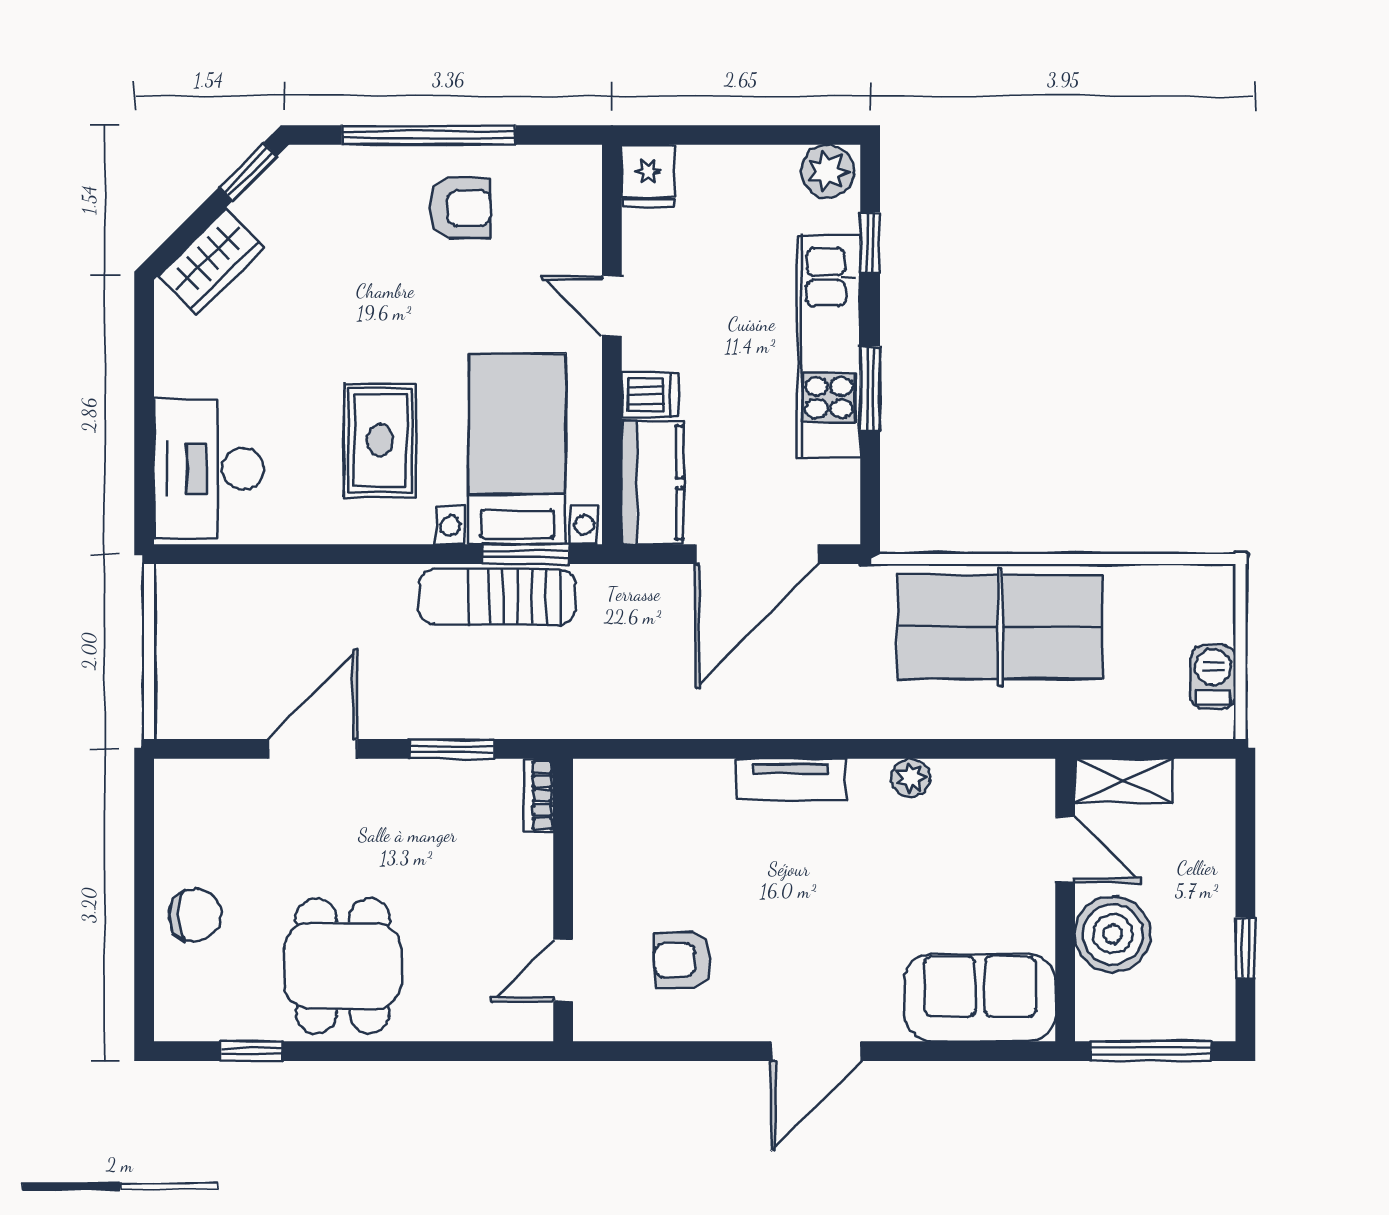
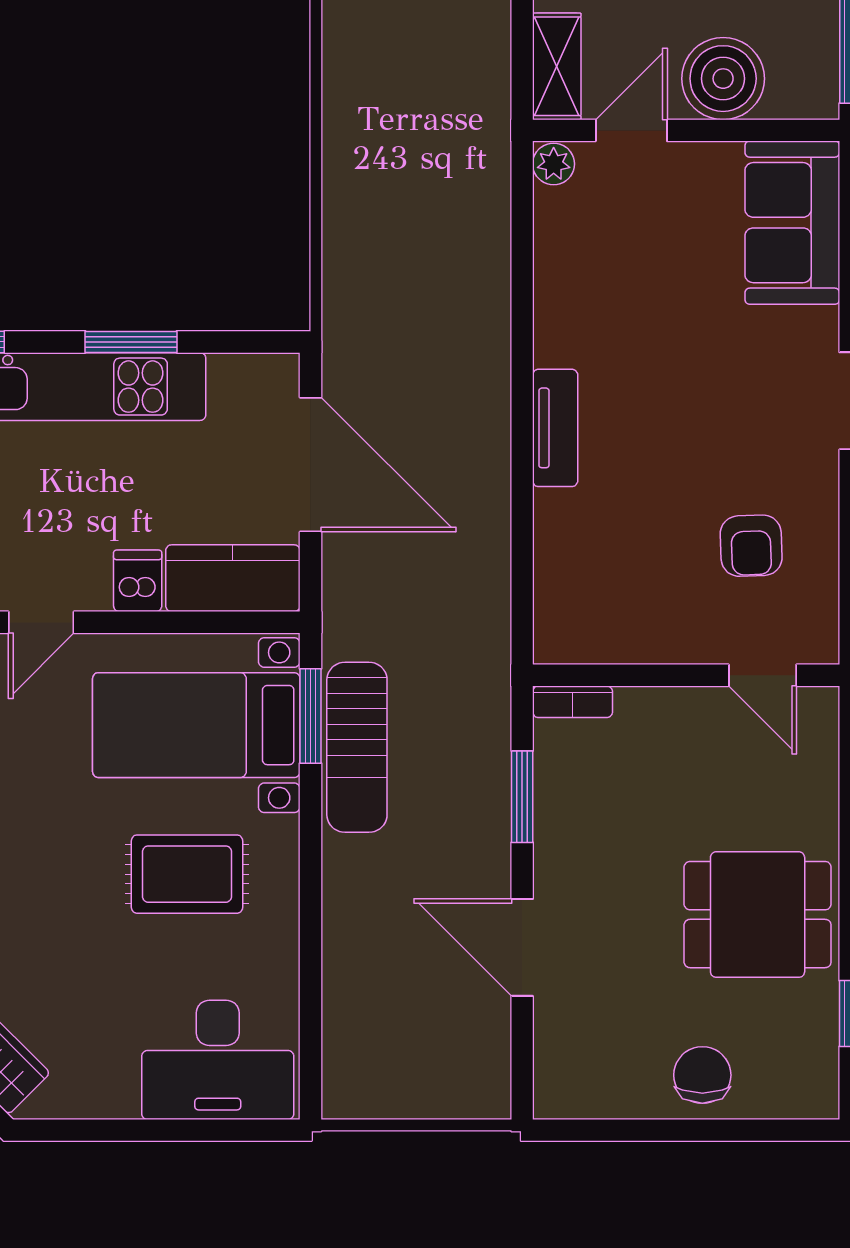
table tennis table: (1000, 627) -> (390, 201), removed
plant: (911, 778) -> (554, 164), moved

